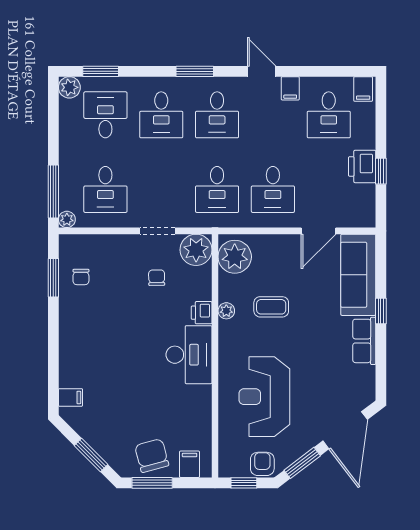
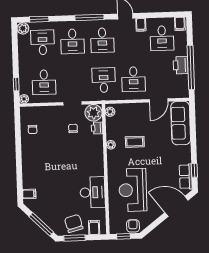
window: (195, 71) -> (89, 17), width x1.44
window: (381, 171) -> (191, 67), width x3.17
desk: (217, 189) -> (104, 80), turned 180
window: (53, 192) -> (16, 84), width x0.46
plant: (235, 257) -> (110, 112), width x0.53, depth x0.53
window: (53, 278) -> (18, 130), removed
window: (381, 311) -> (194, 170), moved
printer: (202, 313) -> (97, 128), moved
row of seats: (364, 341) -> (186, 177), moved
desk: (189, 355) -> (93, 192), moved
door: (345, 430) -> (177, 206), swing flipped
window: (91, 455) -> (41, 224), width x1.44
window: (302, 463) -> (154, 225), removed

